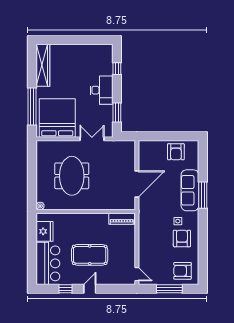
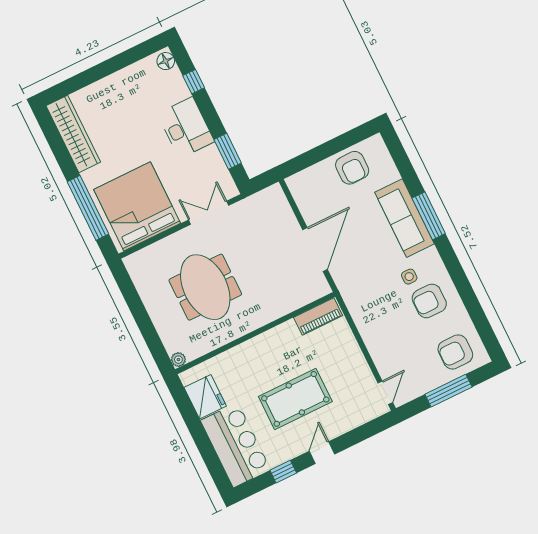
floor lamp: (108, 51) -> (166, 61), added
armchair: (182, 238) -> (429, 301), turned -90
door: (137, 274) -> (385, 393), hinge flipped

